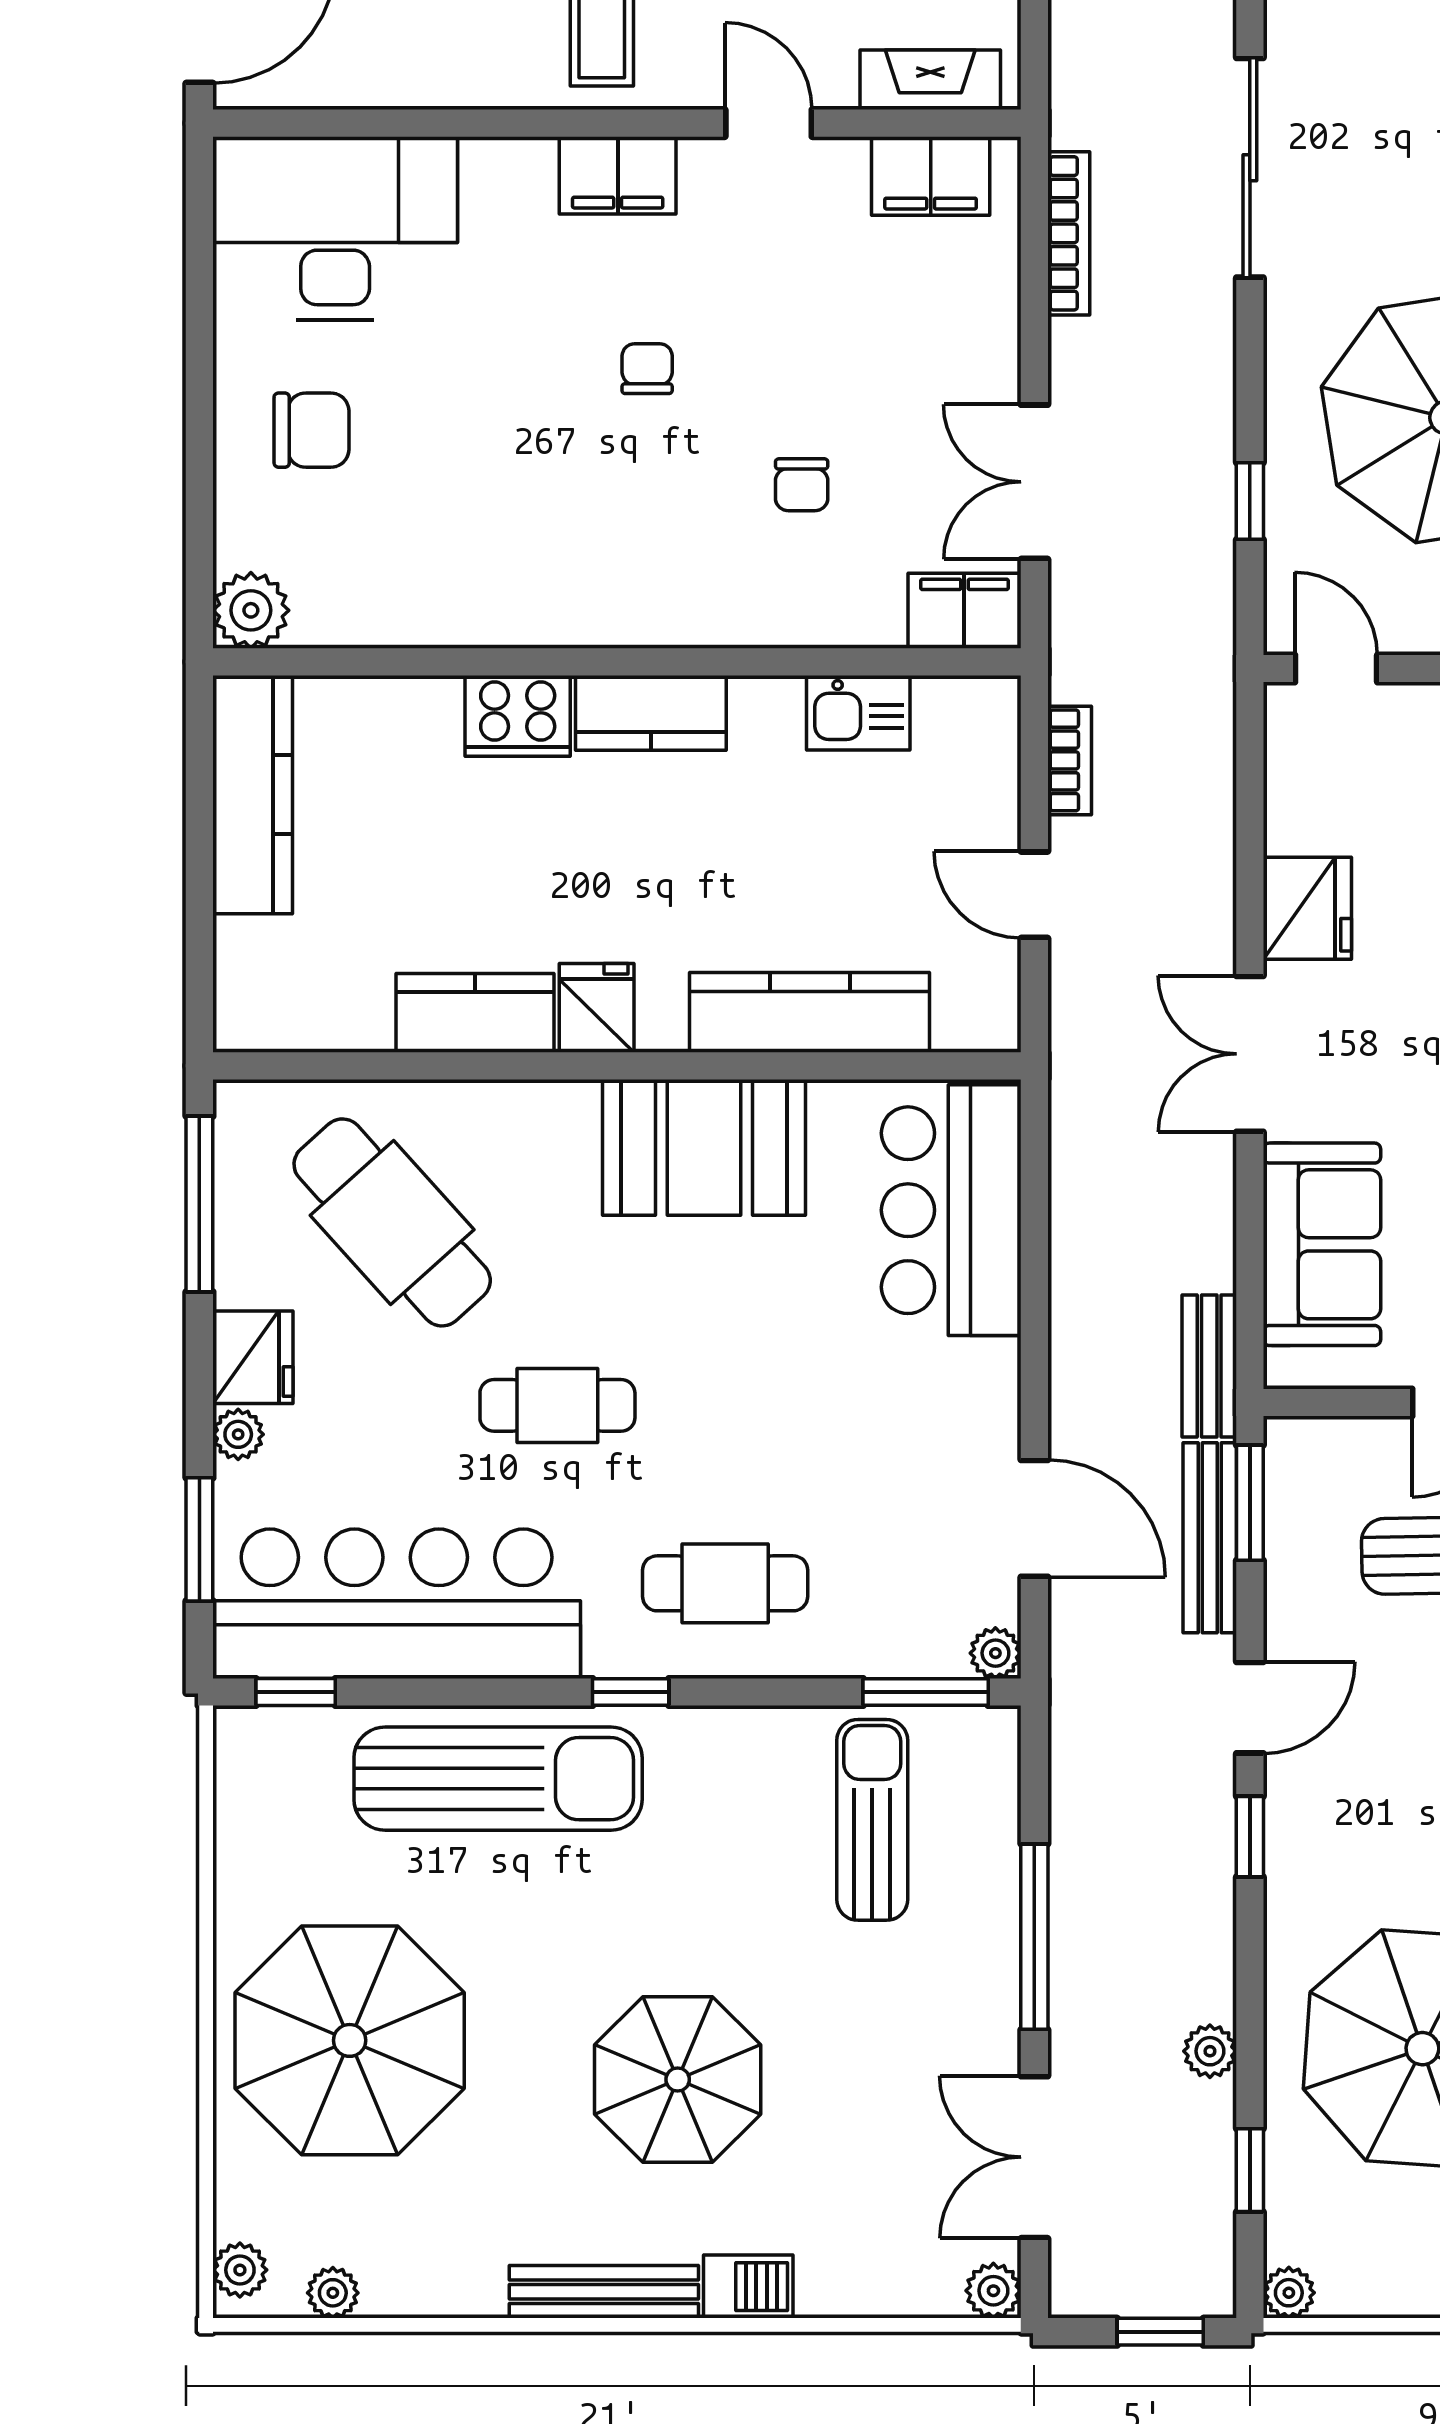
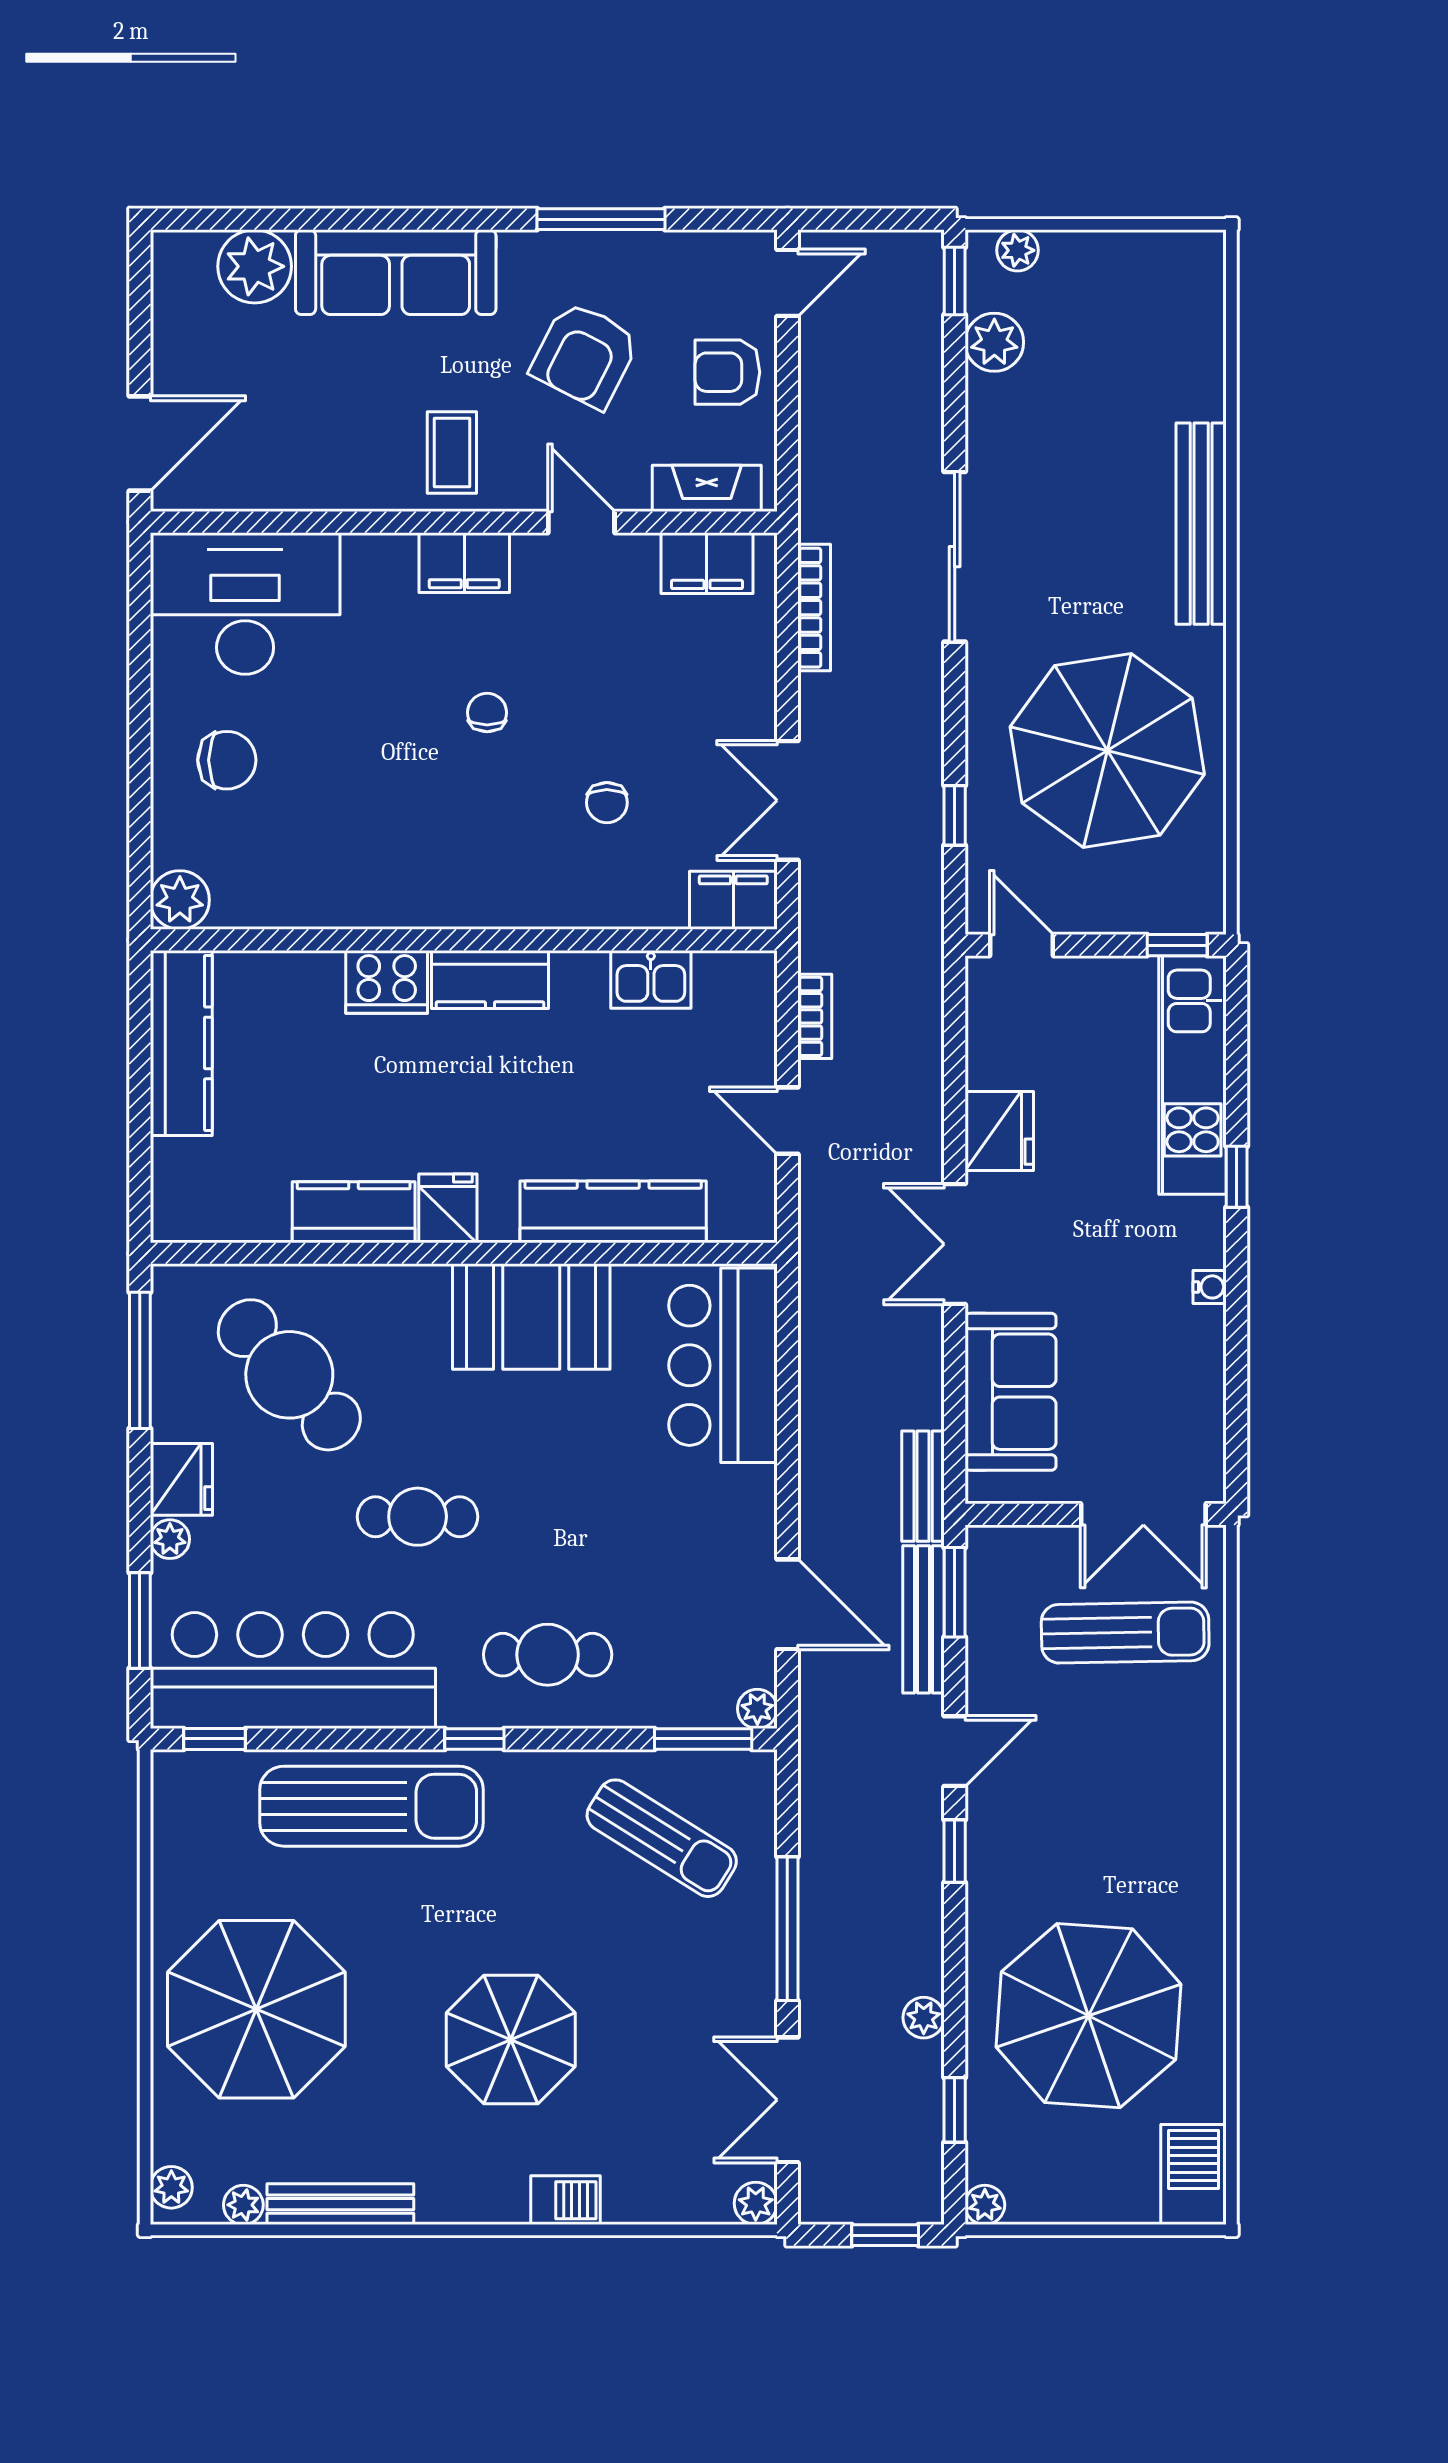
sun lounger: (872, 1820) -> (662, 1838), turned 122
bench: (604, 2292) -> (340, 2204), moved

